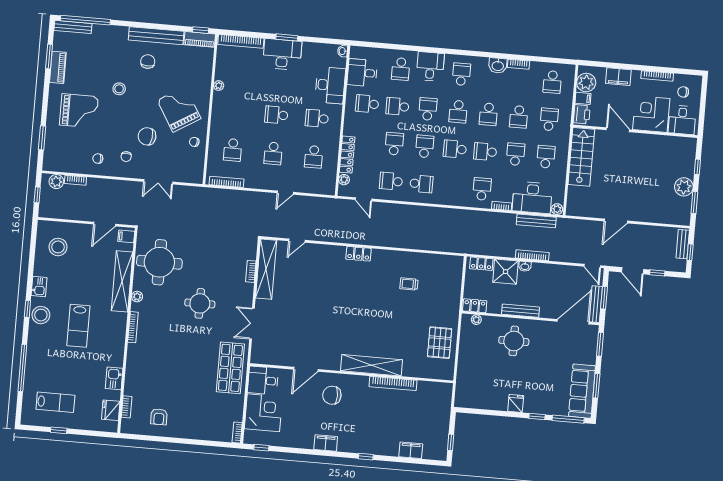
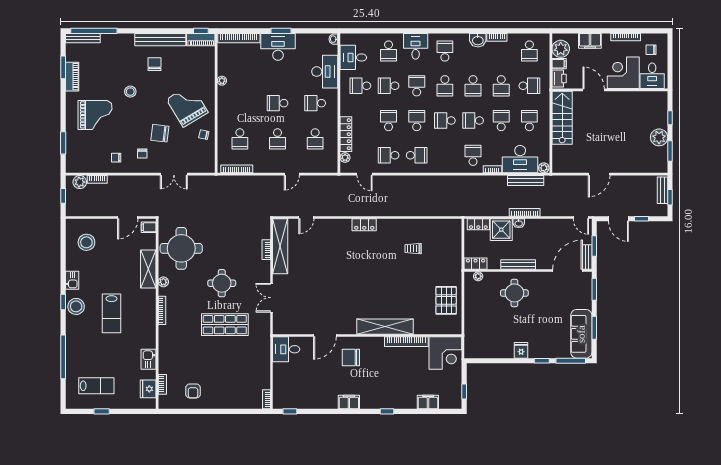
school desk: (549, 119) -> (529, 86), turned 90
shelving: (122, 281) -> (148, 269), width x0.68
bench: (596, 304) -> (587, 257), width x0.73
shop shelf: (230, 368) -> (225, 325), moved, turned 90
corner desk: (263, 413) -> (445, 353), moved, turned 90

